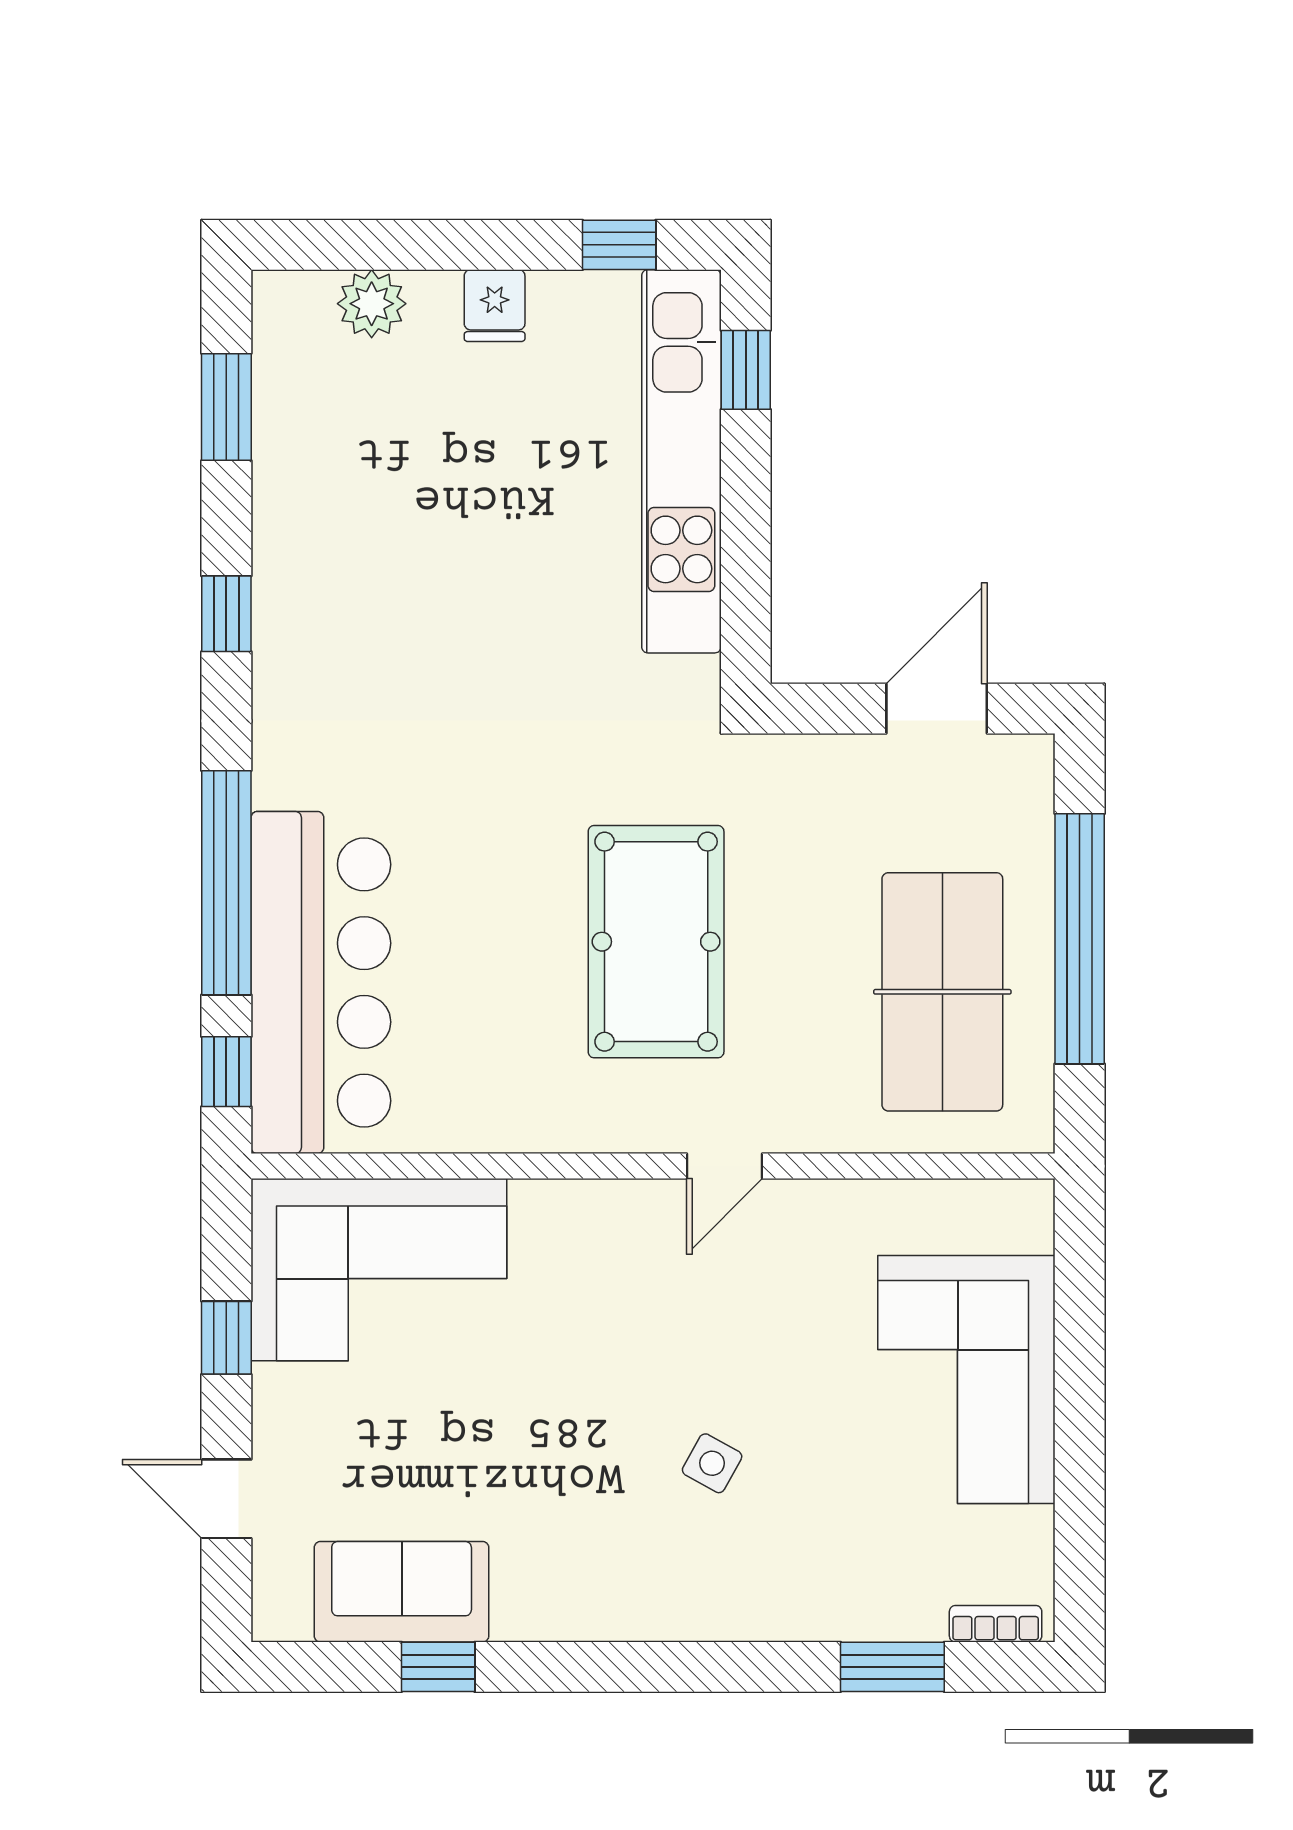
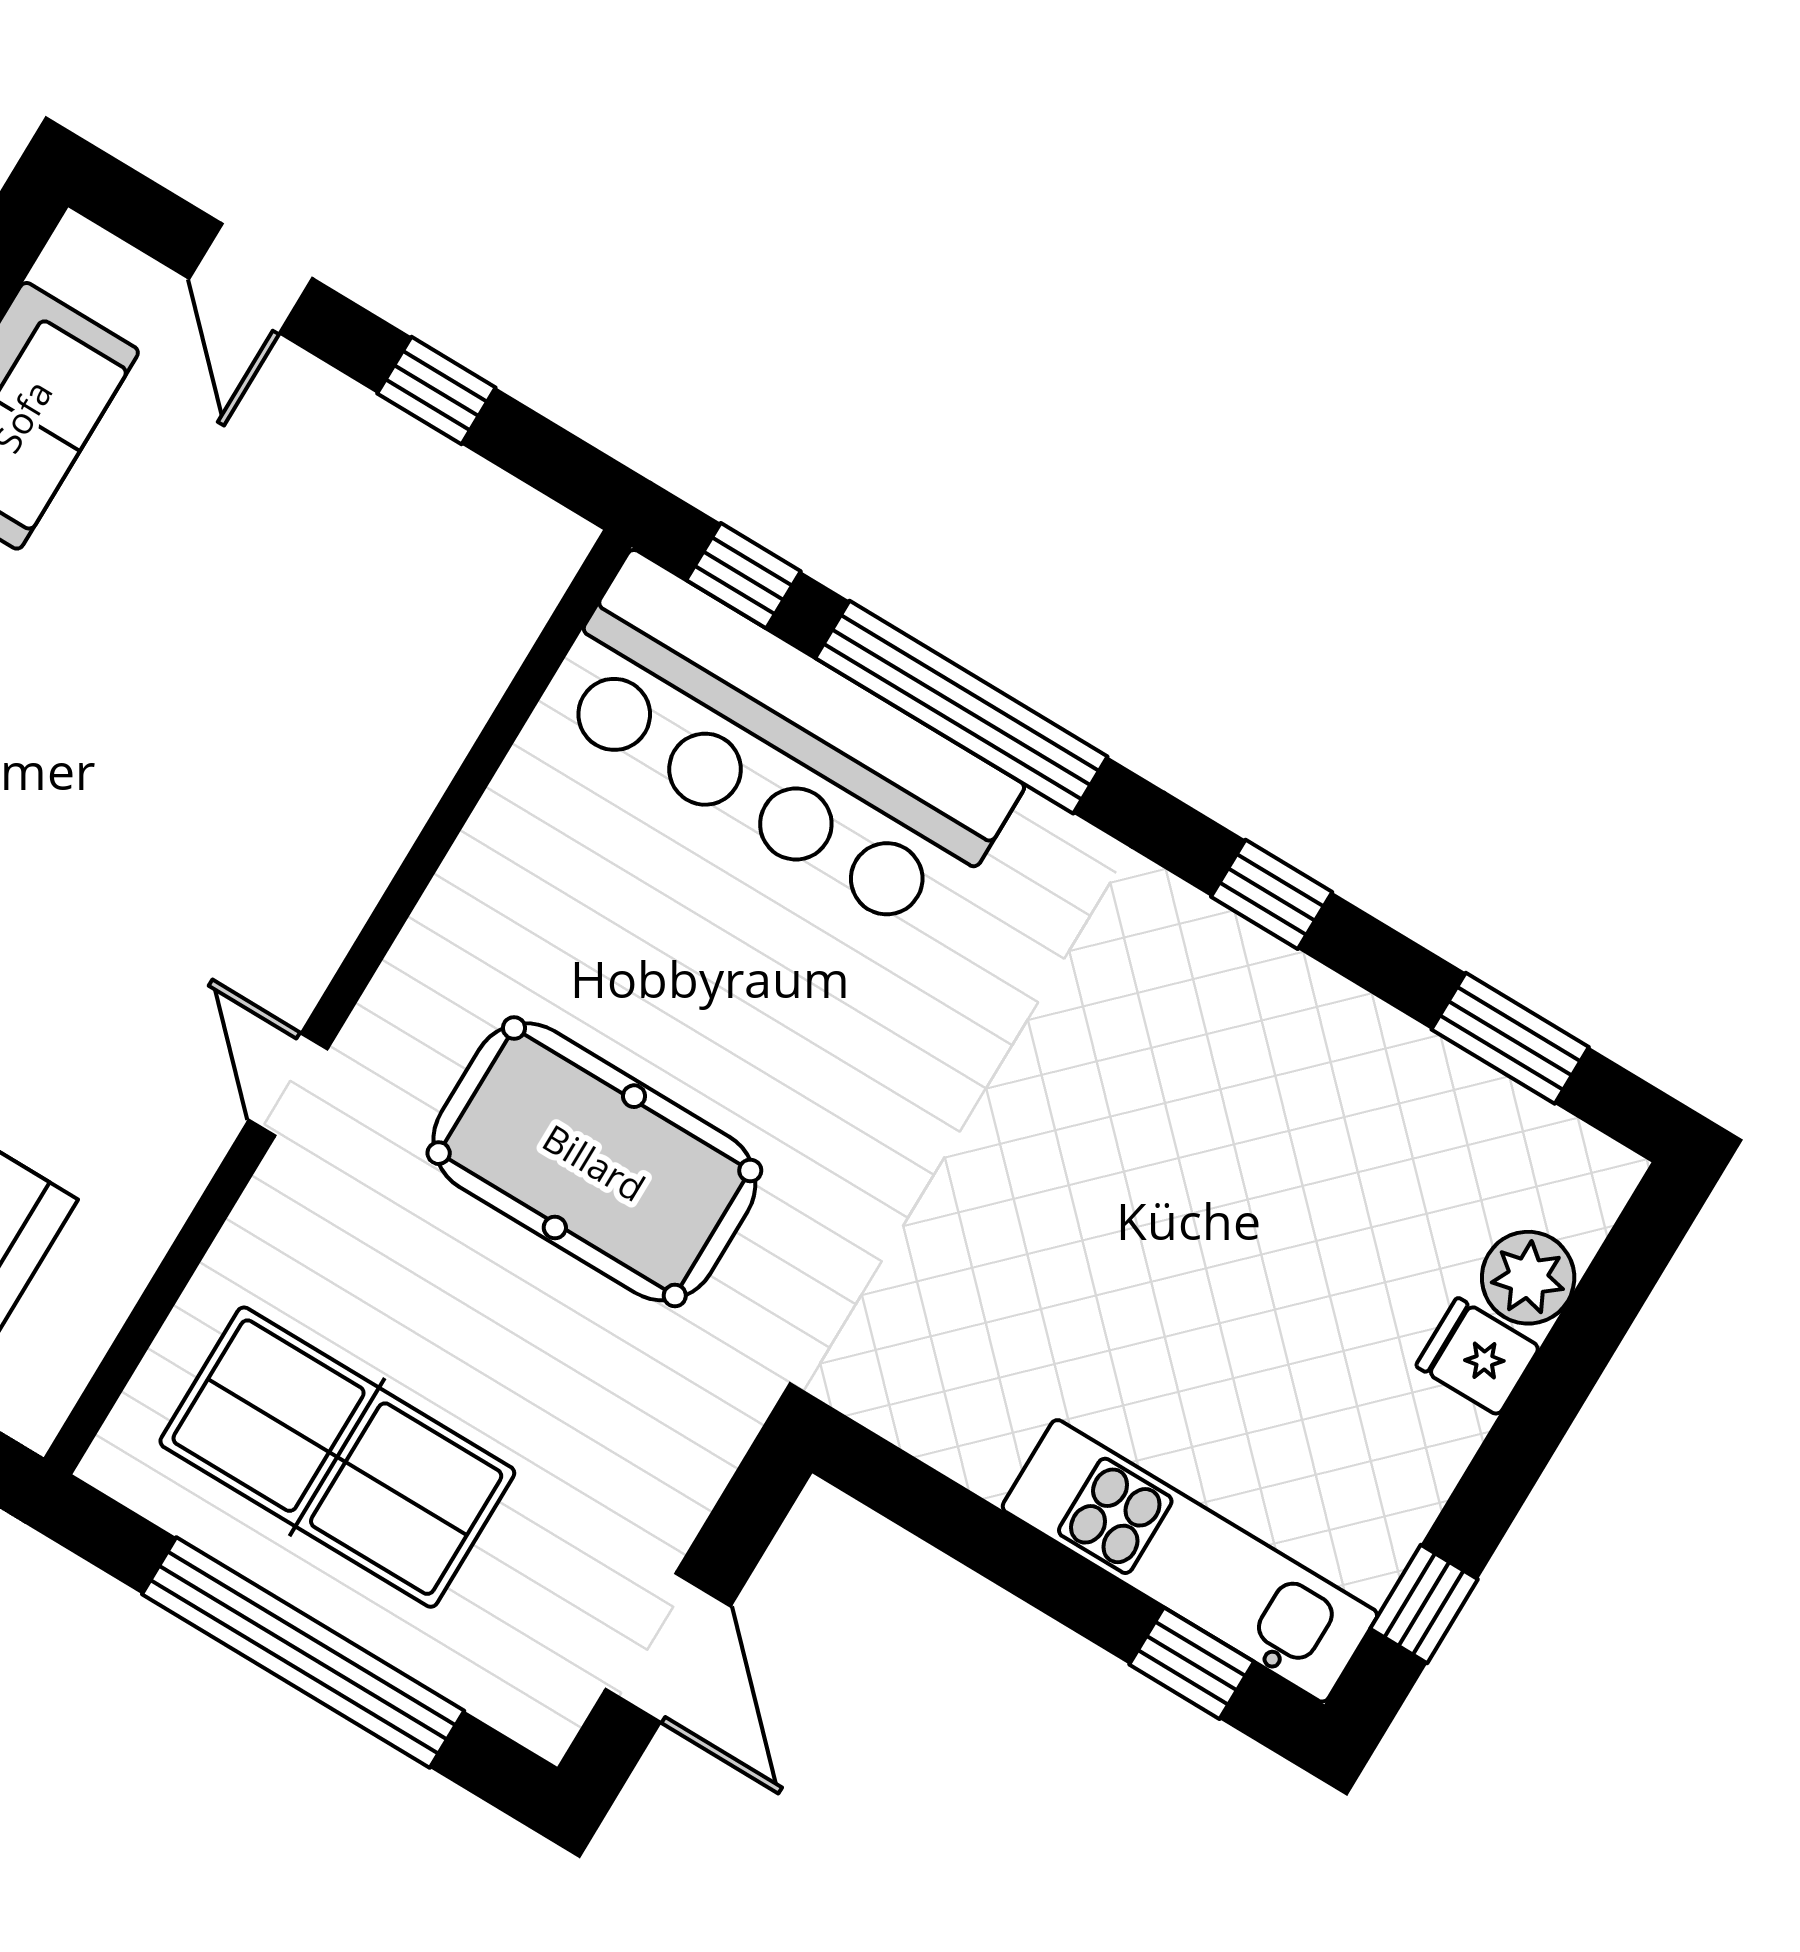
fridge: (495, 306) -> (1478, 1356), moved
kitchen unit: (681, 461) -> (1190, 1561), width x0.73
corner sofa: (379, 1270) -> (409, 614), removed
door: (226, 1499) -> (251, 278), swing flipped

